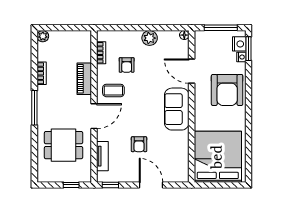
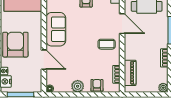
armchair: (127, 65) -> (97, 85), moved
piano: (84, 79) -> (130, 73), moved
door: (94, 116) -> (122, 24), swing flipped

